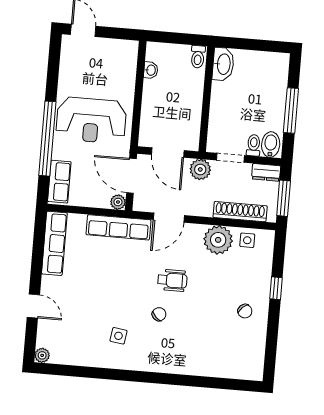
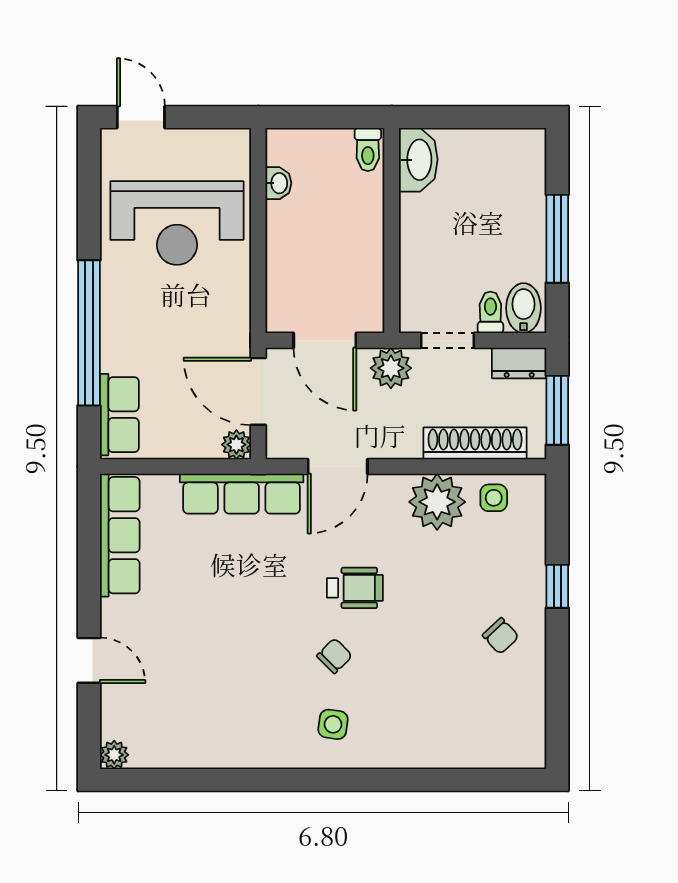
reception desk: (91, 120) -> (177, 223), moved
side table: (119, 336) -> (333, 724), moved

